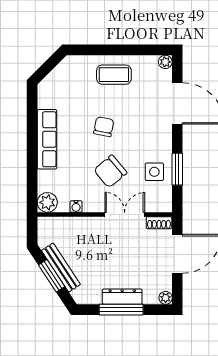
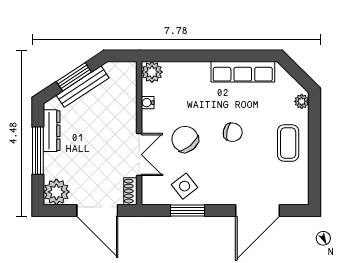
plant: (165, 62) -> (302, 101), moved
row of seats: (47, 139) -> (243, 72), moved
side table: (154, 172) -> (185, 186), turned -38
dresser: (122, 297) -> (52, 131), moved
plant: (166, 298) -> (56, 192), width x1.87, depth x1.87

